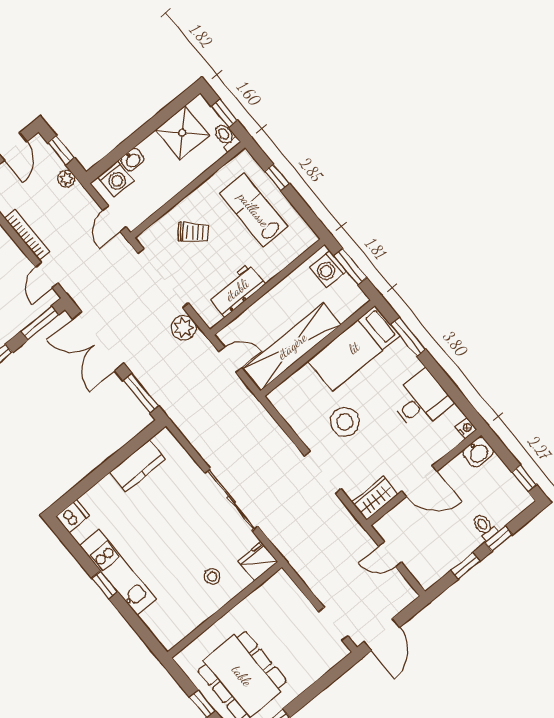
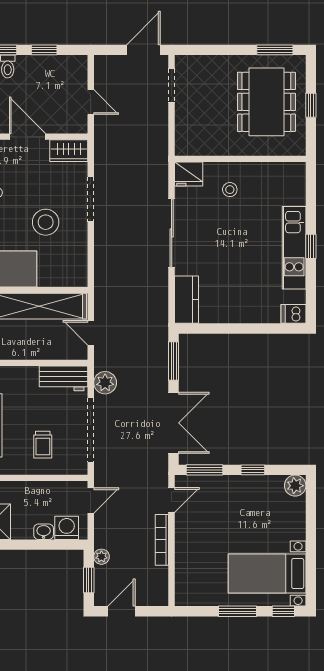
trolley: (193, 232) -> (43, 445), turned -133
workbench: (237, 290) -> (63, 378), moved
kitchen counter: (138, 466) -> (186, 300), moved, turned 90

